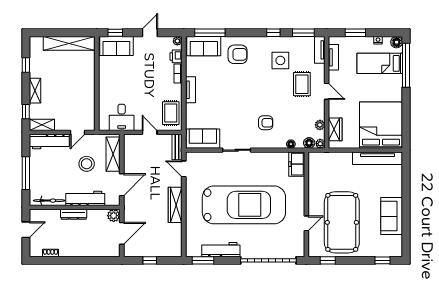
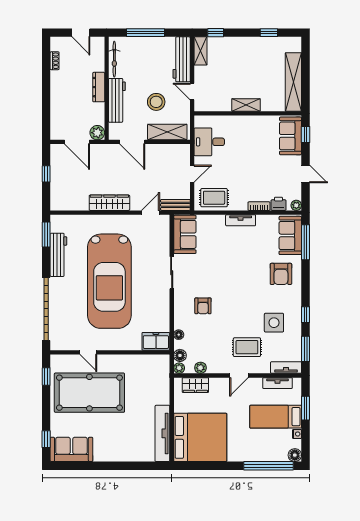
bed: (380, 63) -> (276, 417), moved, turned -90
shelving: (35, 91) -> (246, 105), moved
sofa: (392, 216) -> (71, 449), moved

